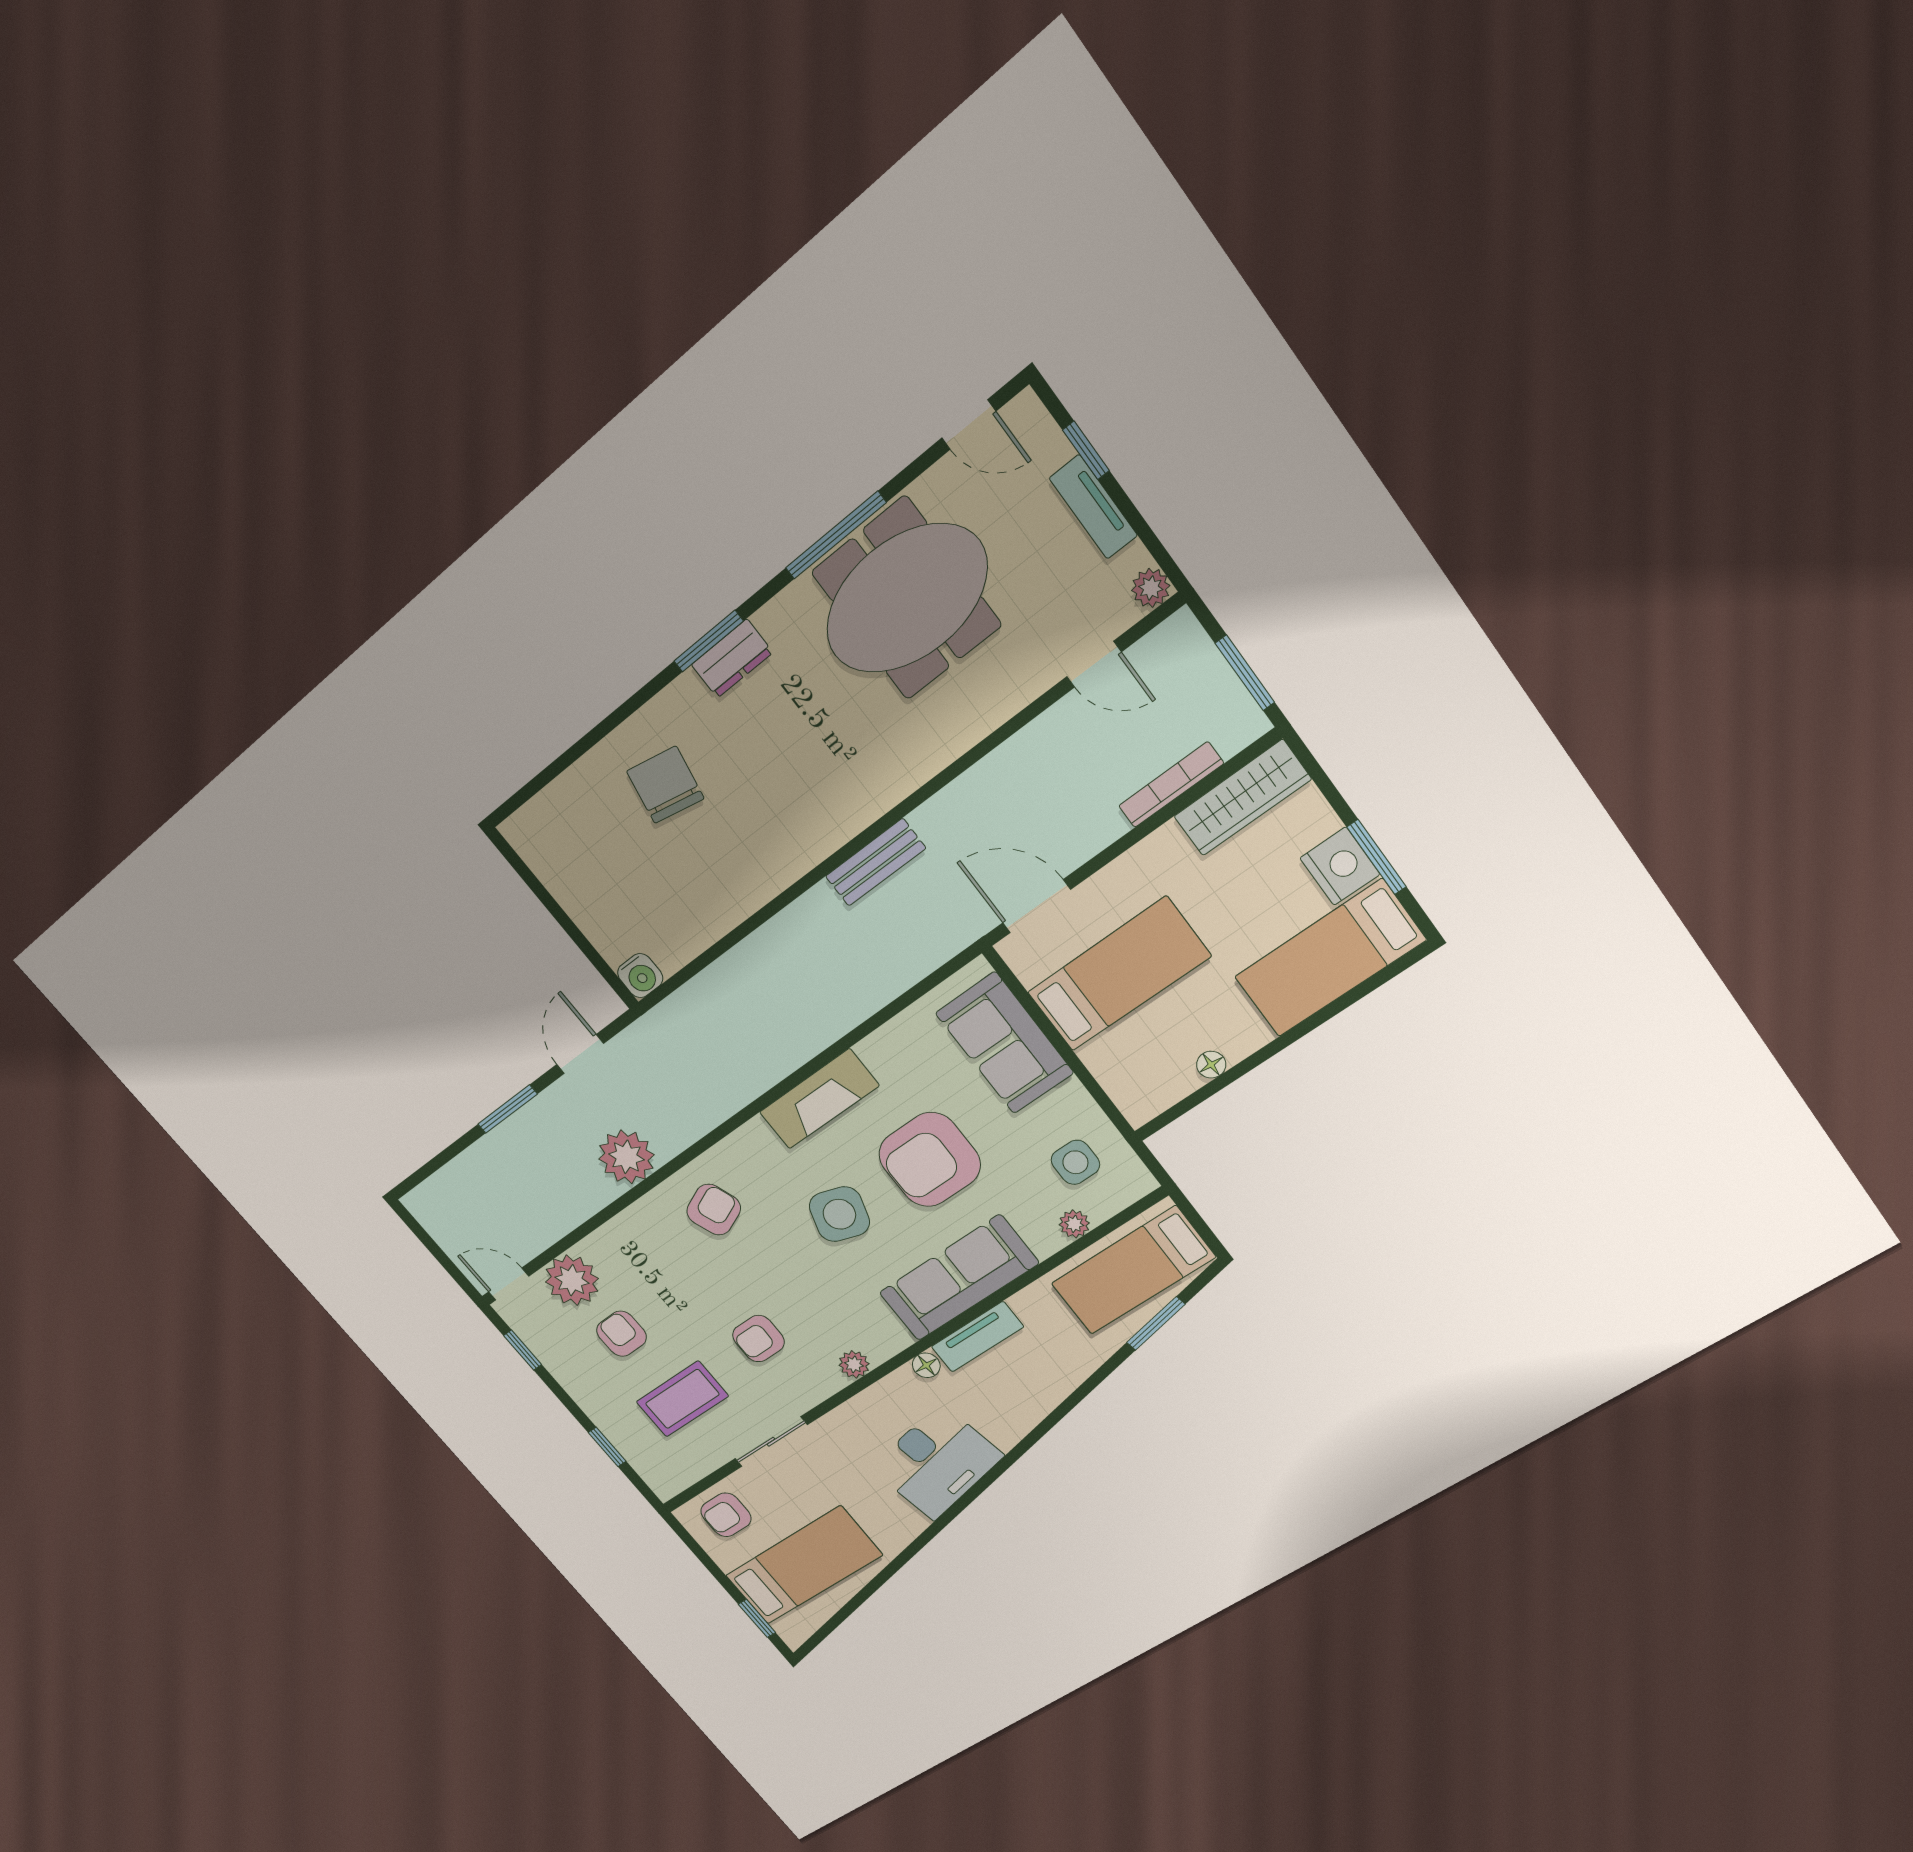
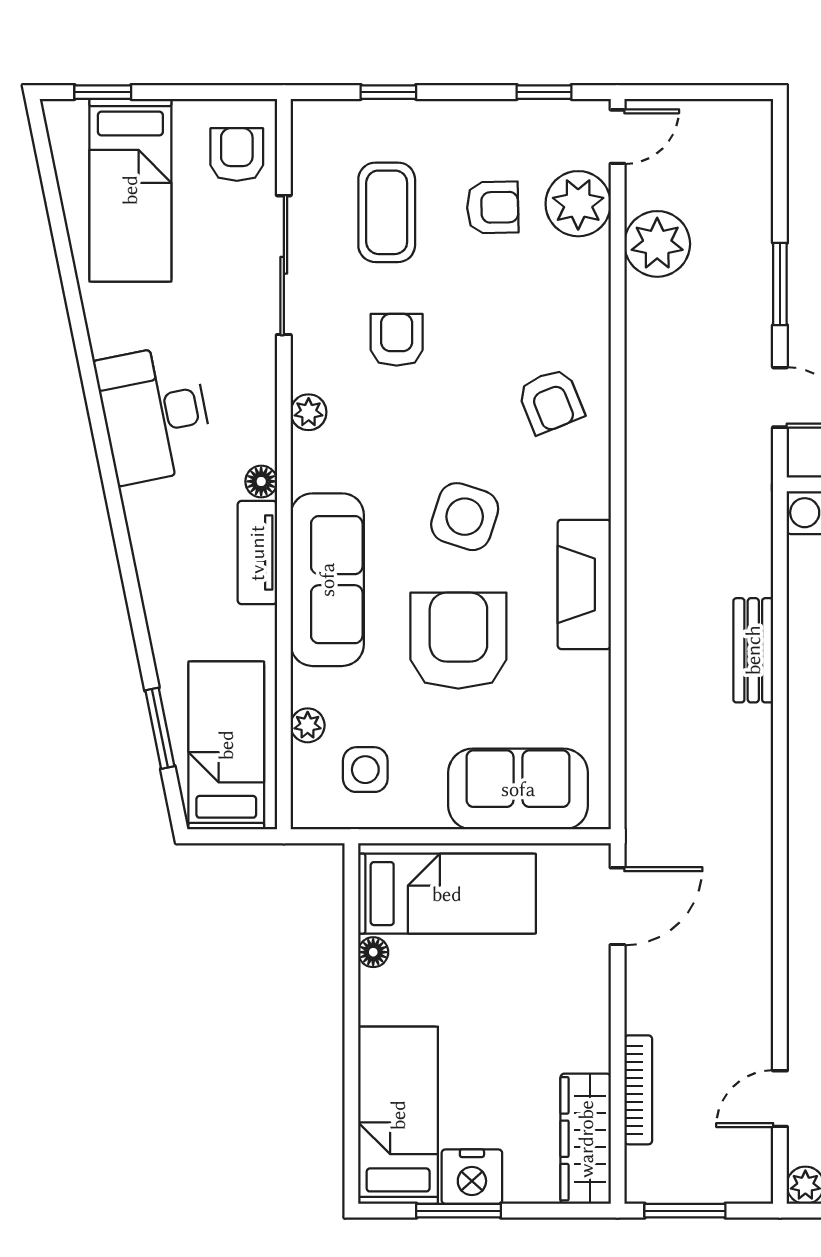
bench: (876, 862) -> (753, 650), moved
bed: (1119, 974) -> (447, 894), moved, turned -90
plant: (626, 1157) -> (657, 244), moved
sliding door: (771, 1442) -> (284, 265), width x1.37

